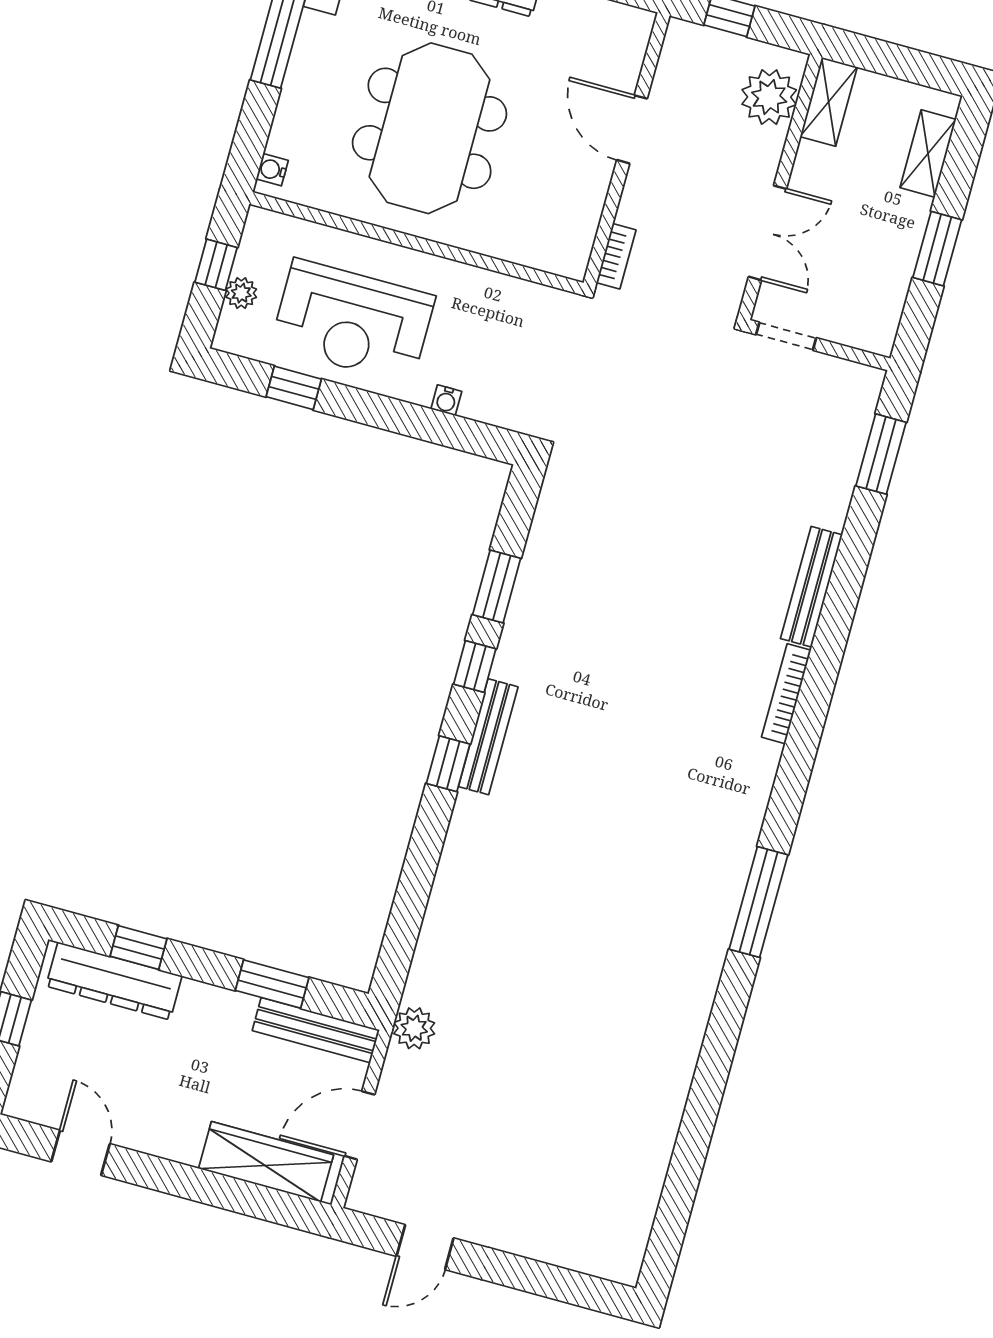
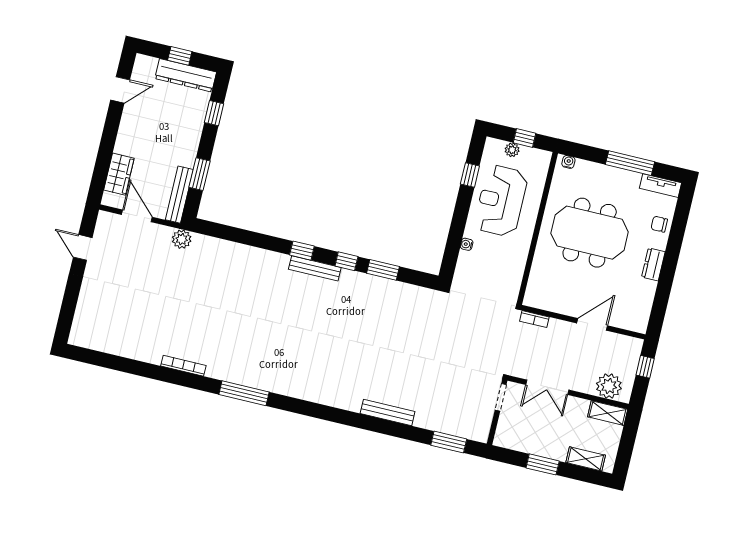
bookcase: (786, 694) -> (183, 366), moved
dresser: (114, 981) -> (186, 75), moved, turned -90
wardrobe: (266, 1162) -> (119, 174), width x0.67

